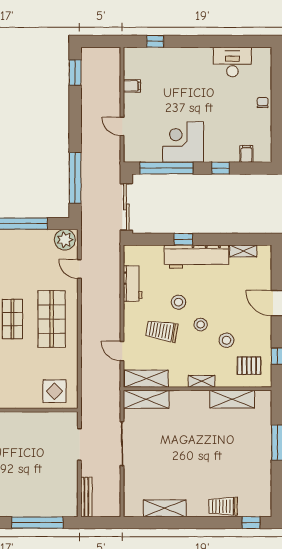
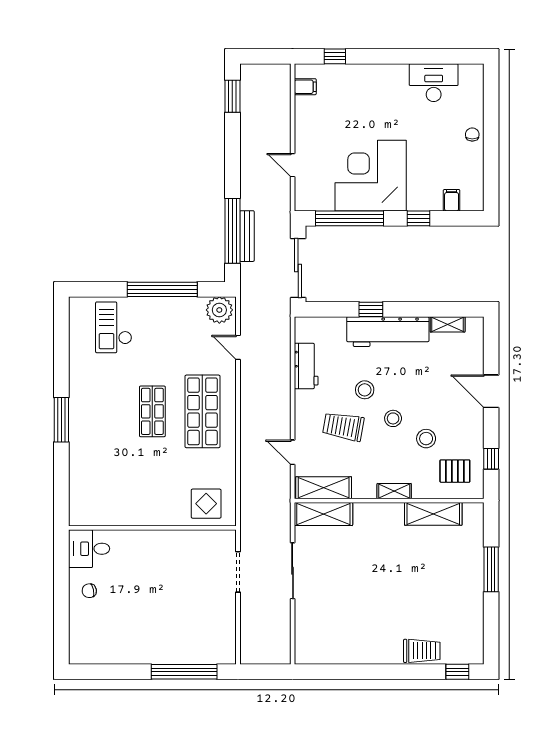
filing cabinet: (132, 86) -> (305, 87), moved
corner desk: (183, 142) -> (371, 176), width x1.36, depth x1.36
bench: (86, 497) -> (247, 236), moved
trolley: (223, 506) -> (422, 651), turned 180
shelving: (165, 508) -> (347, 654), removed

